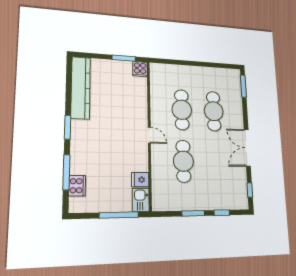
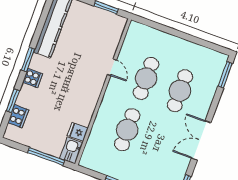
cooker: (140, 69) -> (33, 78), moved, turned -90
door: (149, 135) -> (112, 67), moved
window: (66, 172) -> (13, 101), width x0.69

